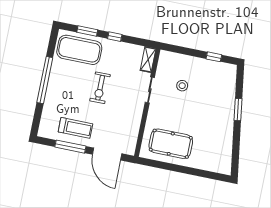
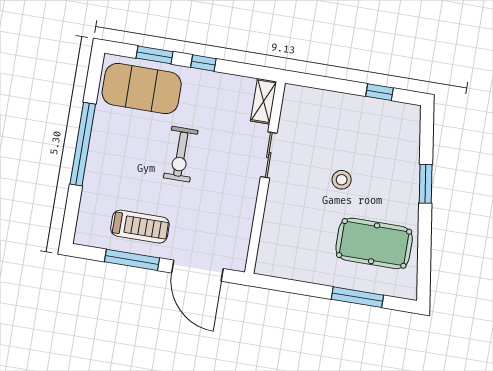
stool: (182, 86) -> (342, 180), moved
pool table: (171, 144) -> (374, 243), moved
window: (197, 172) -> (357, 297), added

